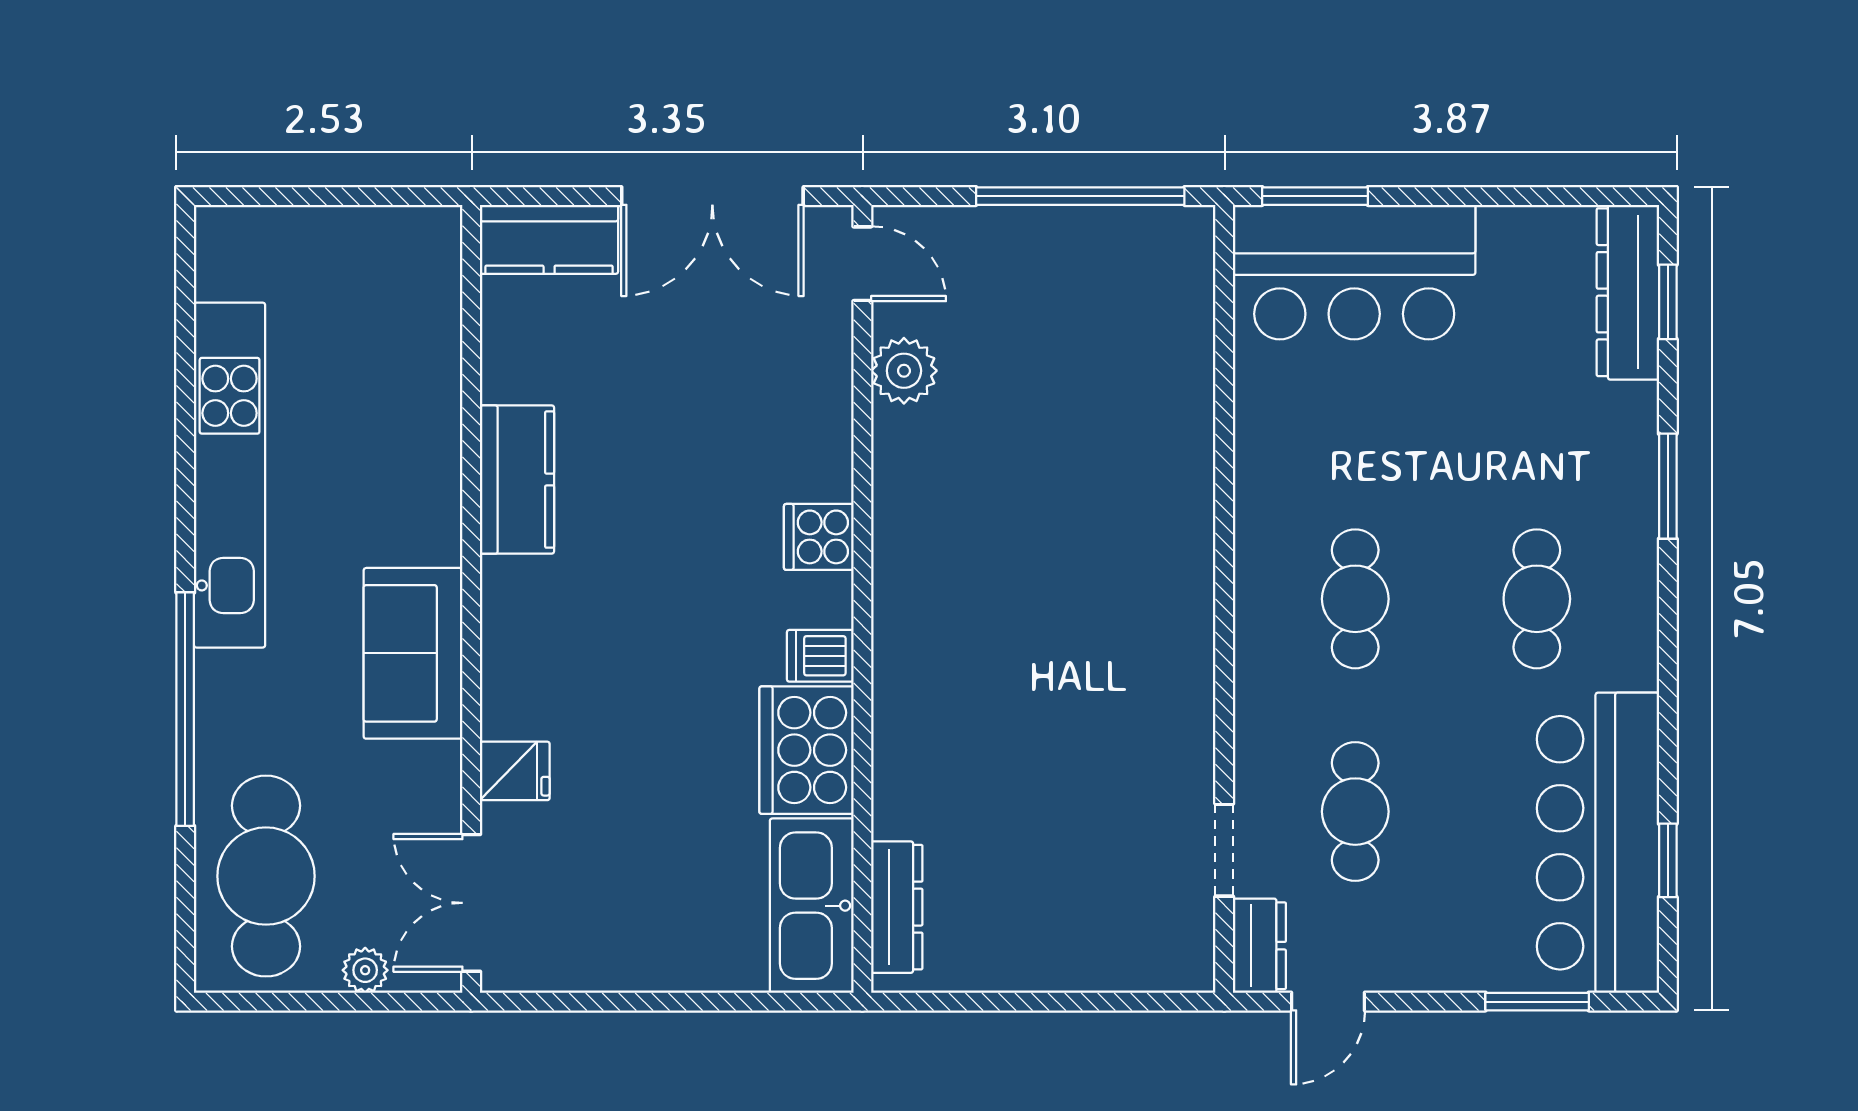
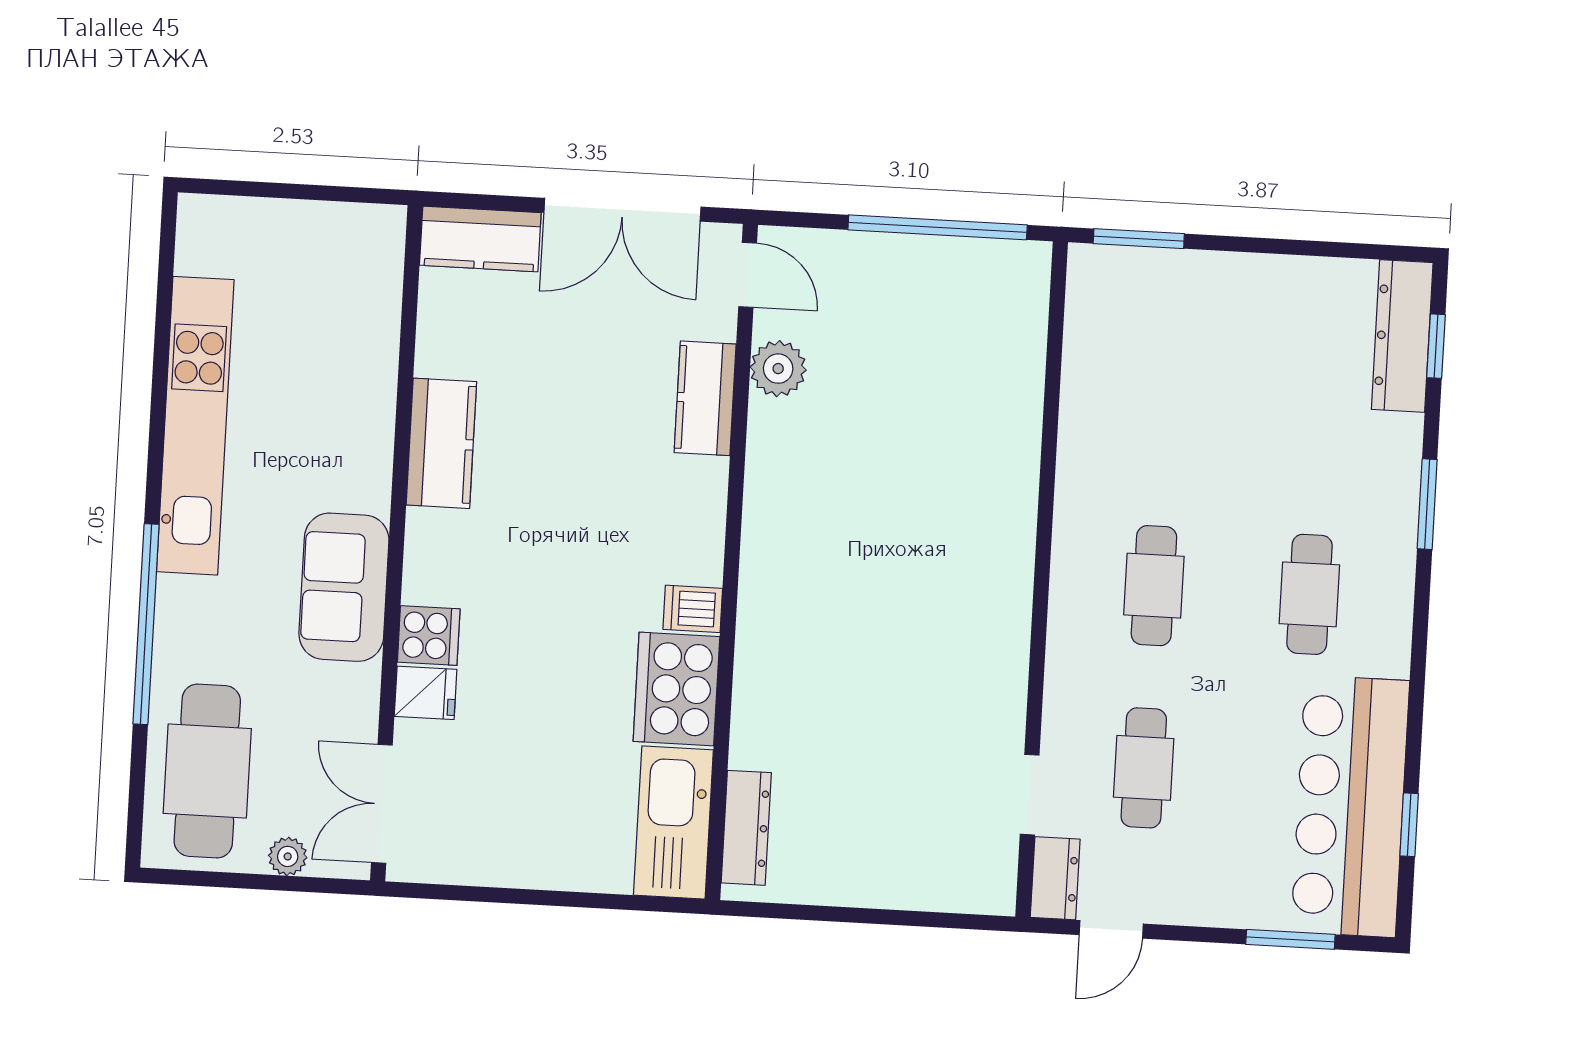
bar counter: (1354, 272) -> (1169, 306), removed
kitchen counter: (821, 410) -> (705, 398), added
cooker: (819, 537) -> (429, 636), moved, turned 180

